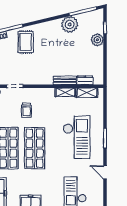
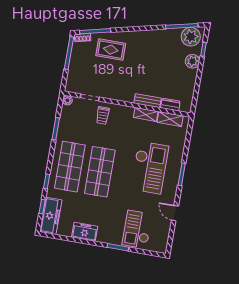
plant: (70, 24) -> (191, 37), moved
rug: (26, 42) -> (111, 50), turned 90
trolley: (26, 110) -> (103, 116), moved

